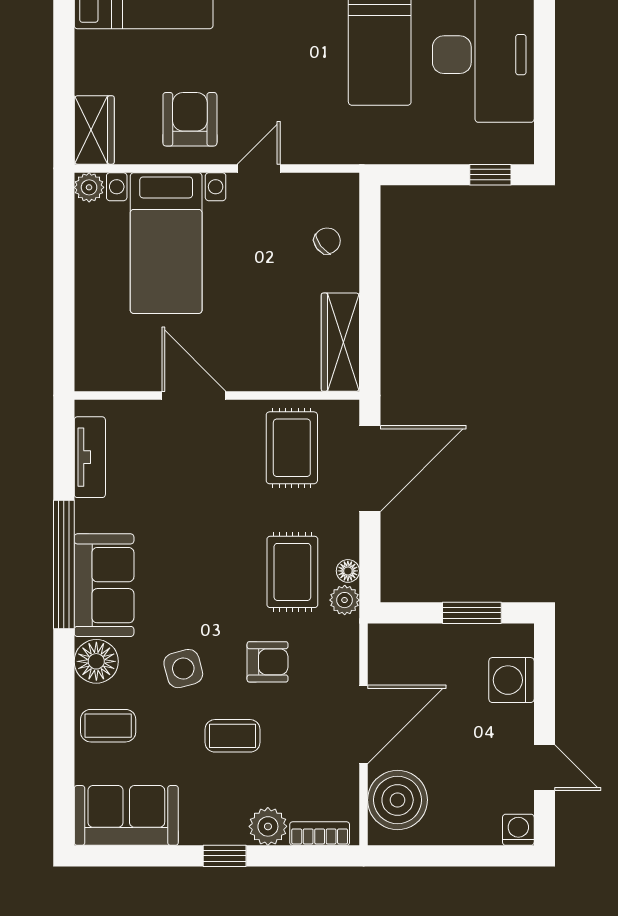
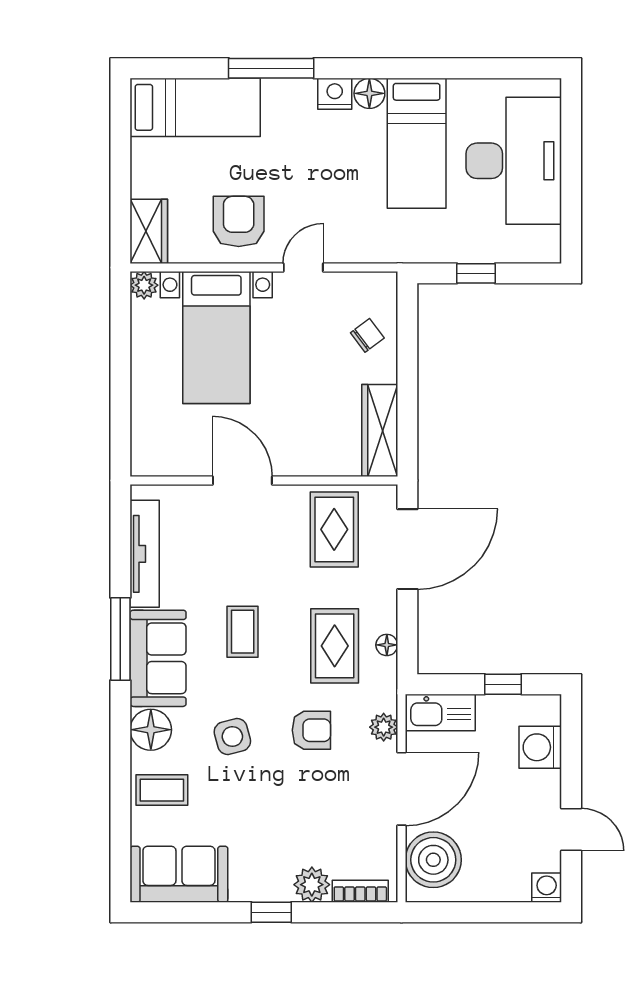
window: (490, 175) -> (476, 273), moved
tv unit: (90, 457) -> (145, 554), width x1.41
window: (64, 565) -> (120, 639), width x0.68
plant: (345, 600) -> (384, 727), moved
window: (472, 613) -> (503, 684), width x0.67
kitchen sink: (405, 643) -> (440, 712), added
coffee table: (232, 736) -> (243, 632), moved, turned 90

